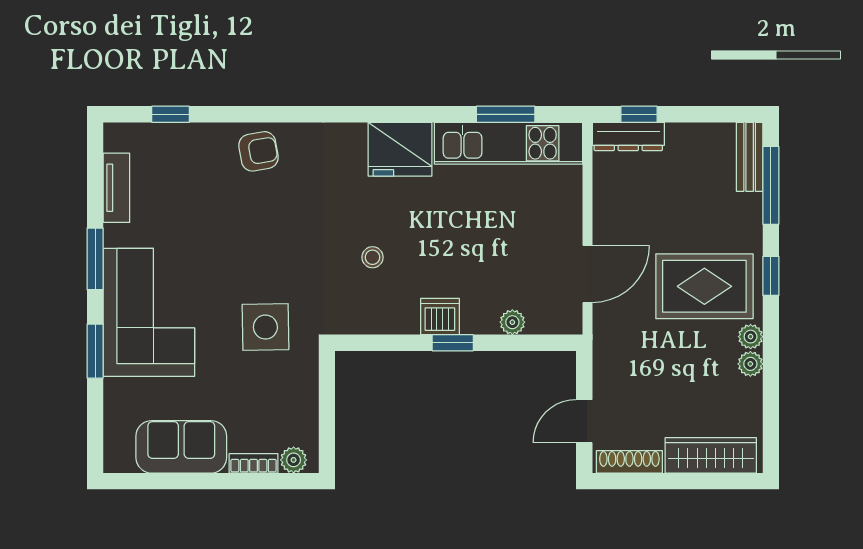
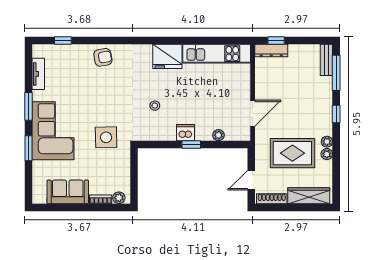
window: (506, 114) -> (215, 40), removed
rug: (704, 286) -> (292, 153), moved

